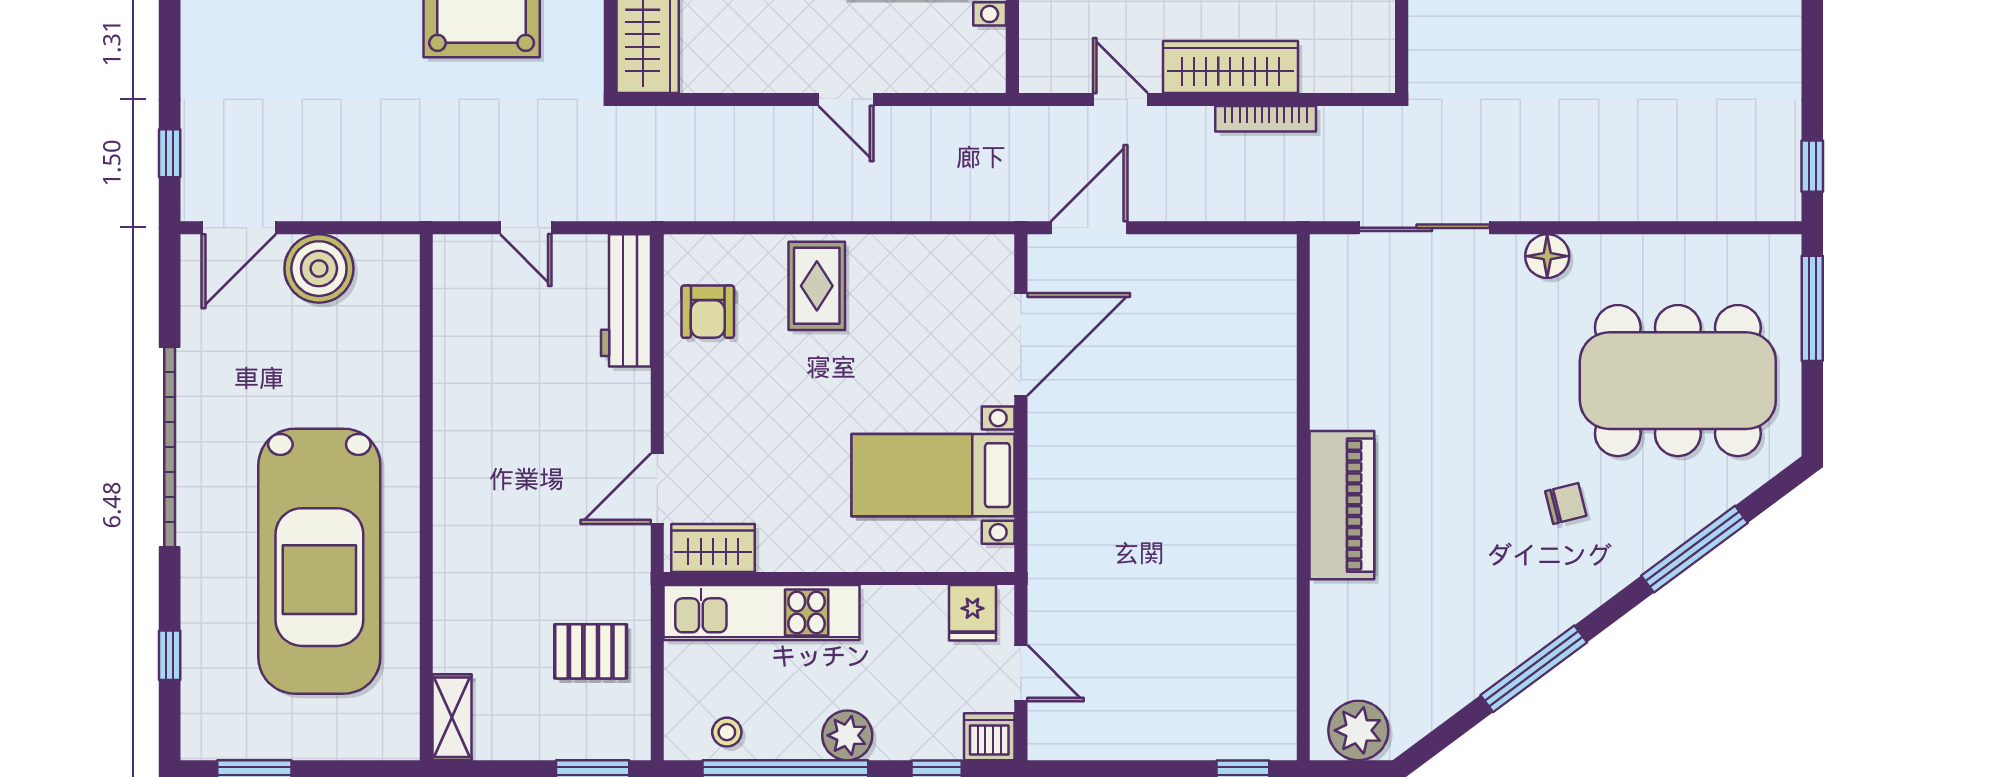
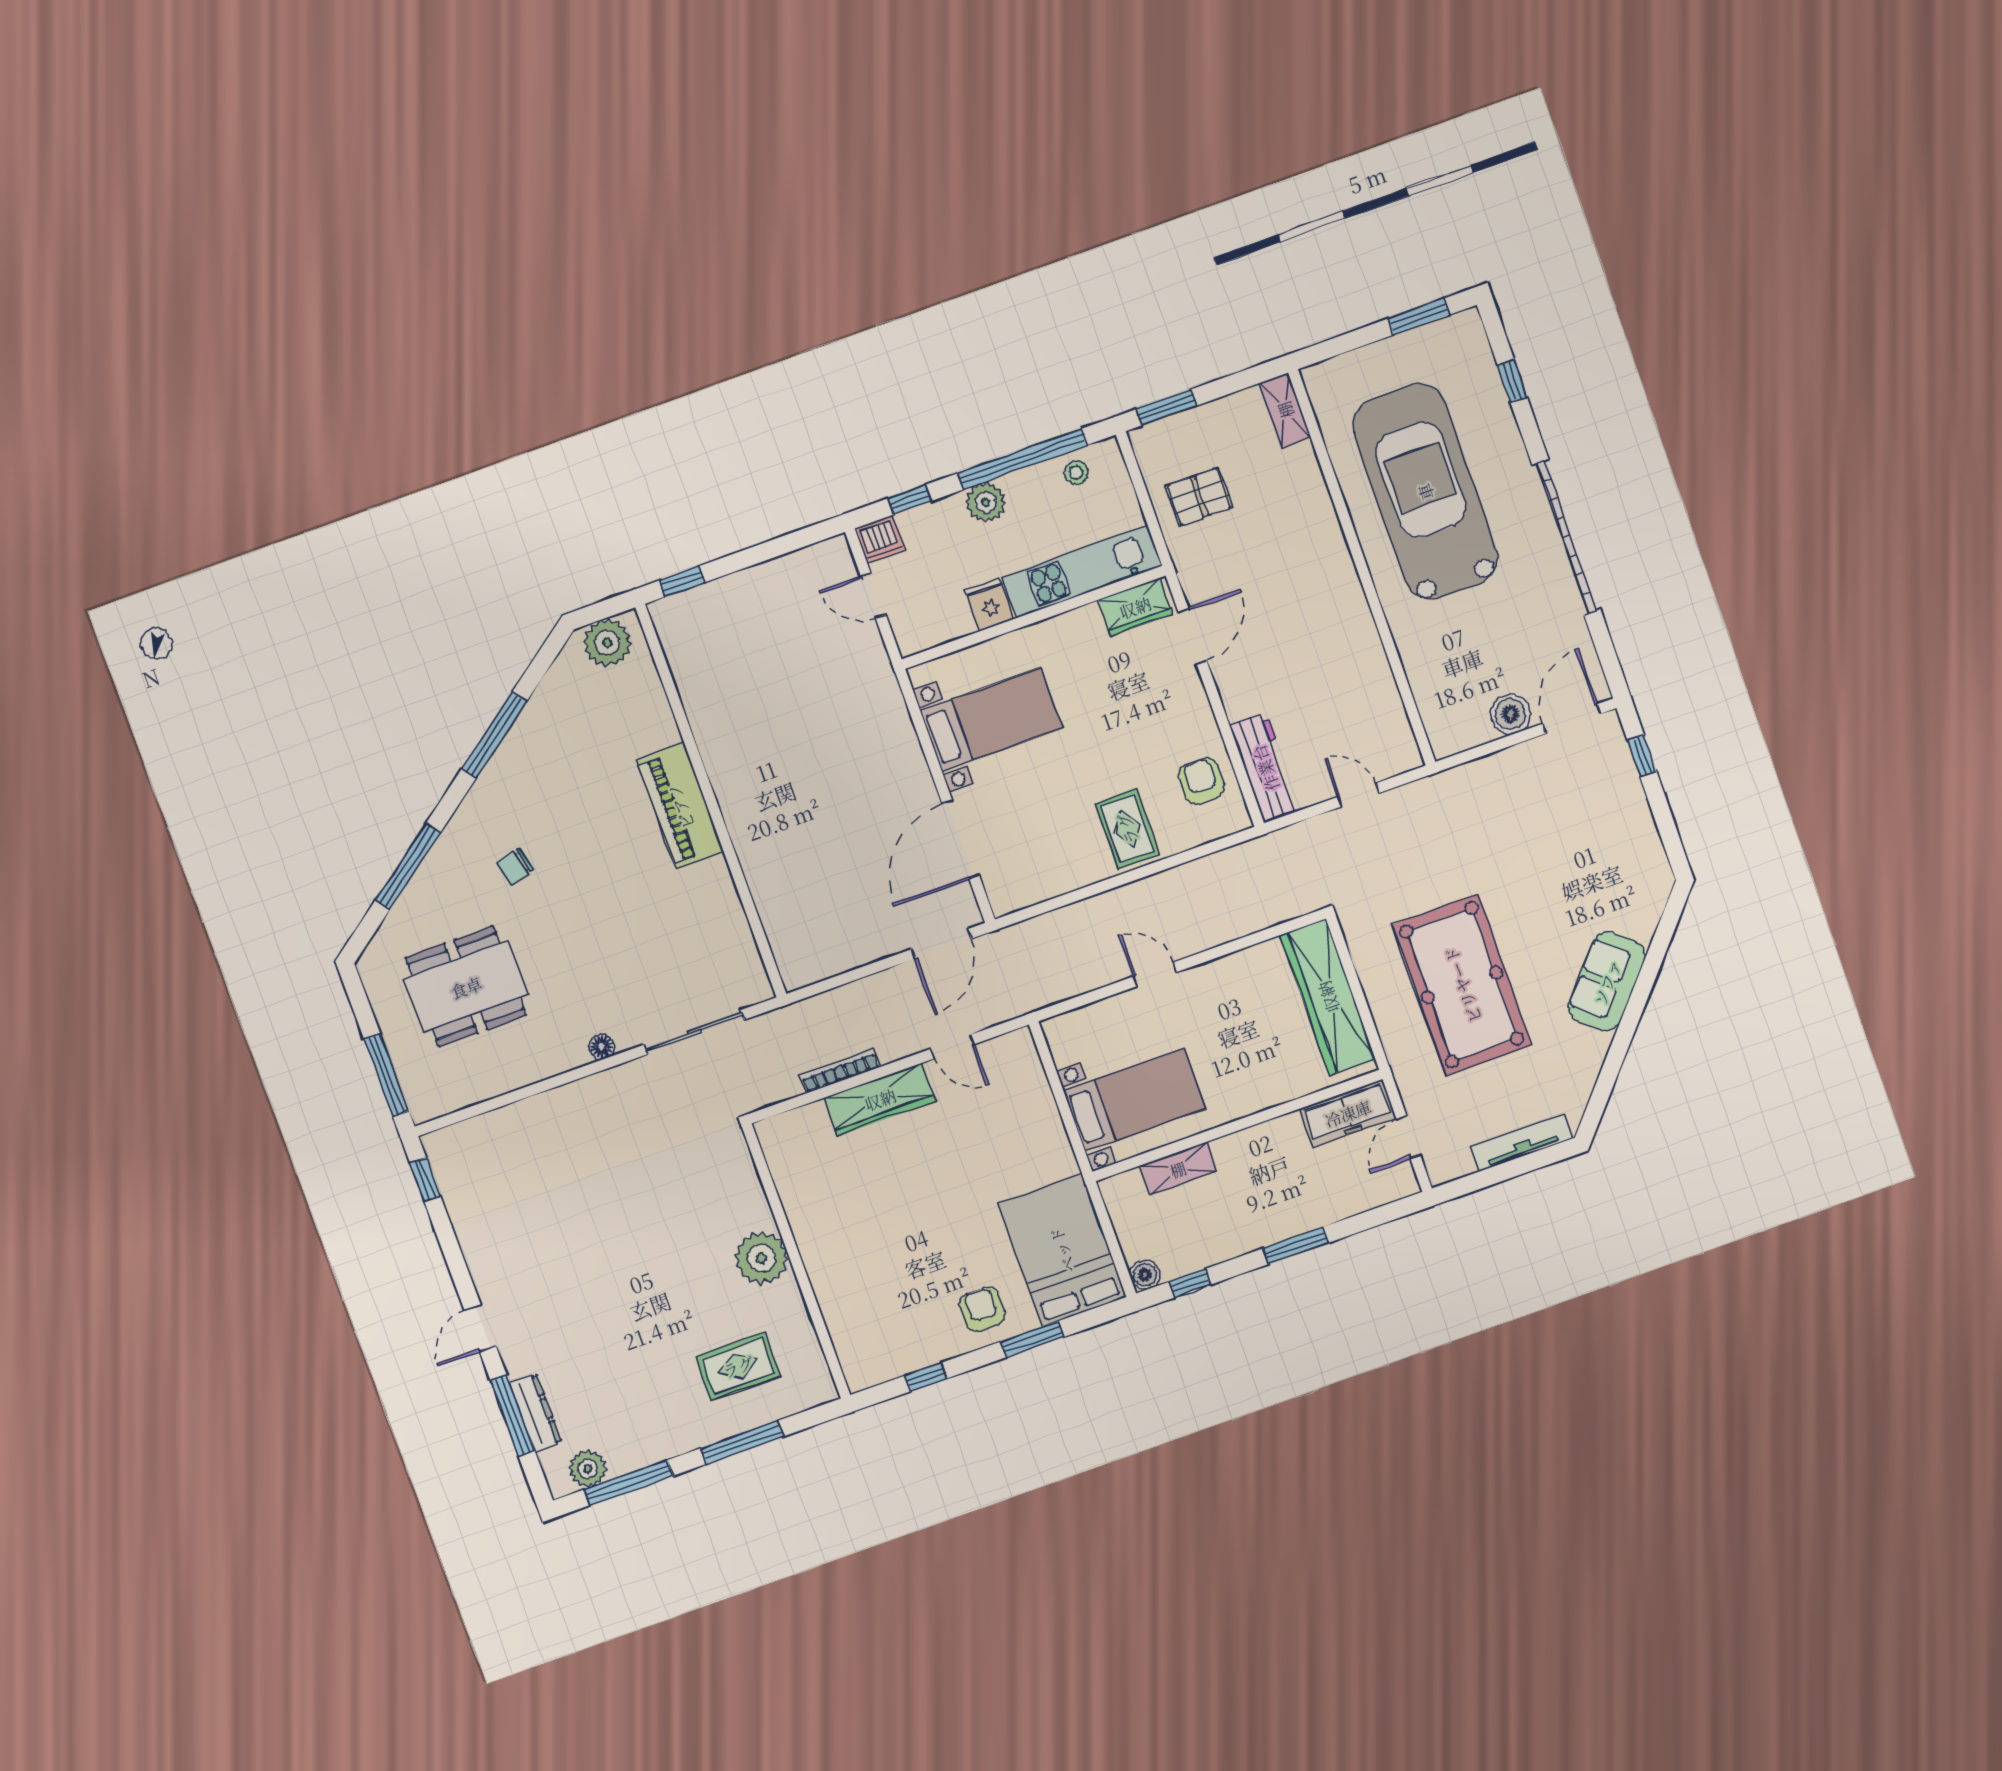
floor lamp: (1547, 256) -> (602, 1047), width x0.73, depth x0.73
boiler: (319, 269) -> (1511, 714), width x0.73, depth x0.73
dining table: (1678, 381) -> (466, 987), width x0.73, depth x0.80
fridge: (973, 613) -> (990, 604), moved

